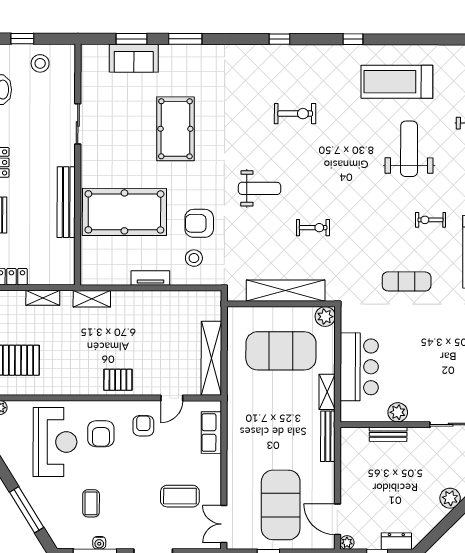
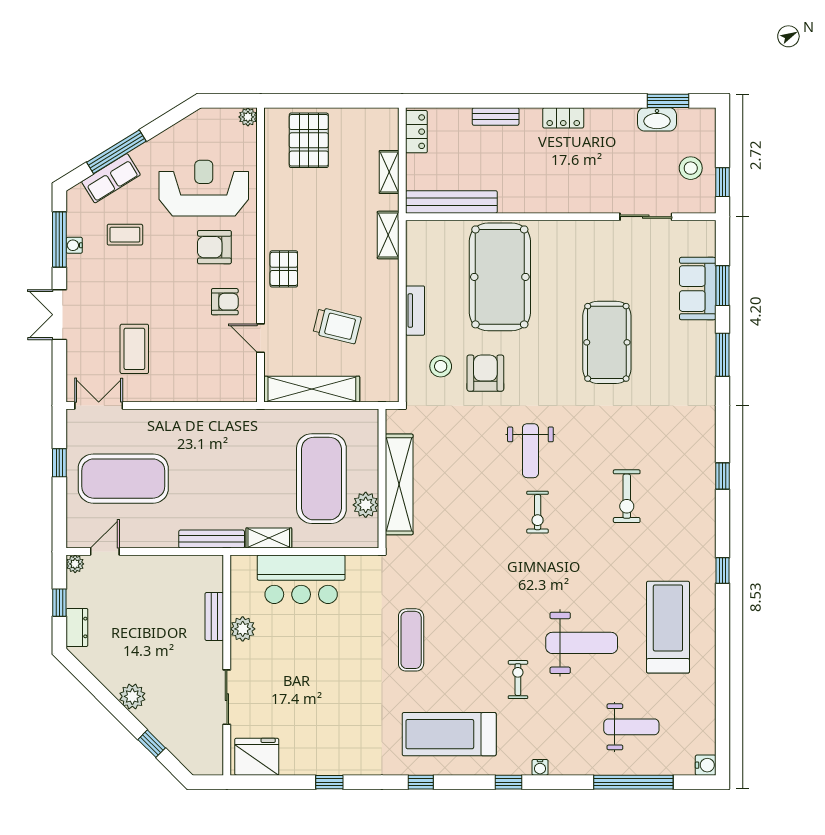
window: (22, 39) -> (723, 182), moved
sliding door: (78, 124) -> (646, 217), moved
pool table: (175, 129) -> (607, 342), turned 90
bench: (66, 202) -> (451, 202), moved
exercise bike: (431, 220) -> (518, 680), moved
exercise bike: (313, 228) -> (538, 512), moved
plant: (325, 317) -> (366, 505), moved
trolley: (162, 338) -> (337, 326), added
row of seats: (211, 433) -> (111, 178), moved, turned 148
reception desk: (55, 442) -> (204, 188), turned 180
door: (337, 519) -> (105, 552), width x0.73

